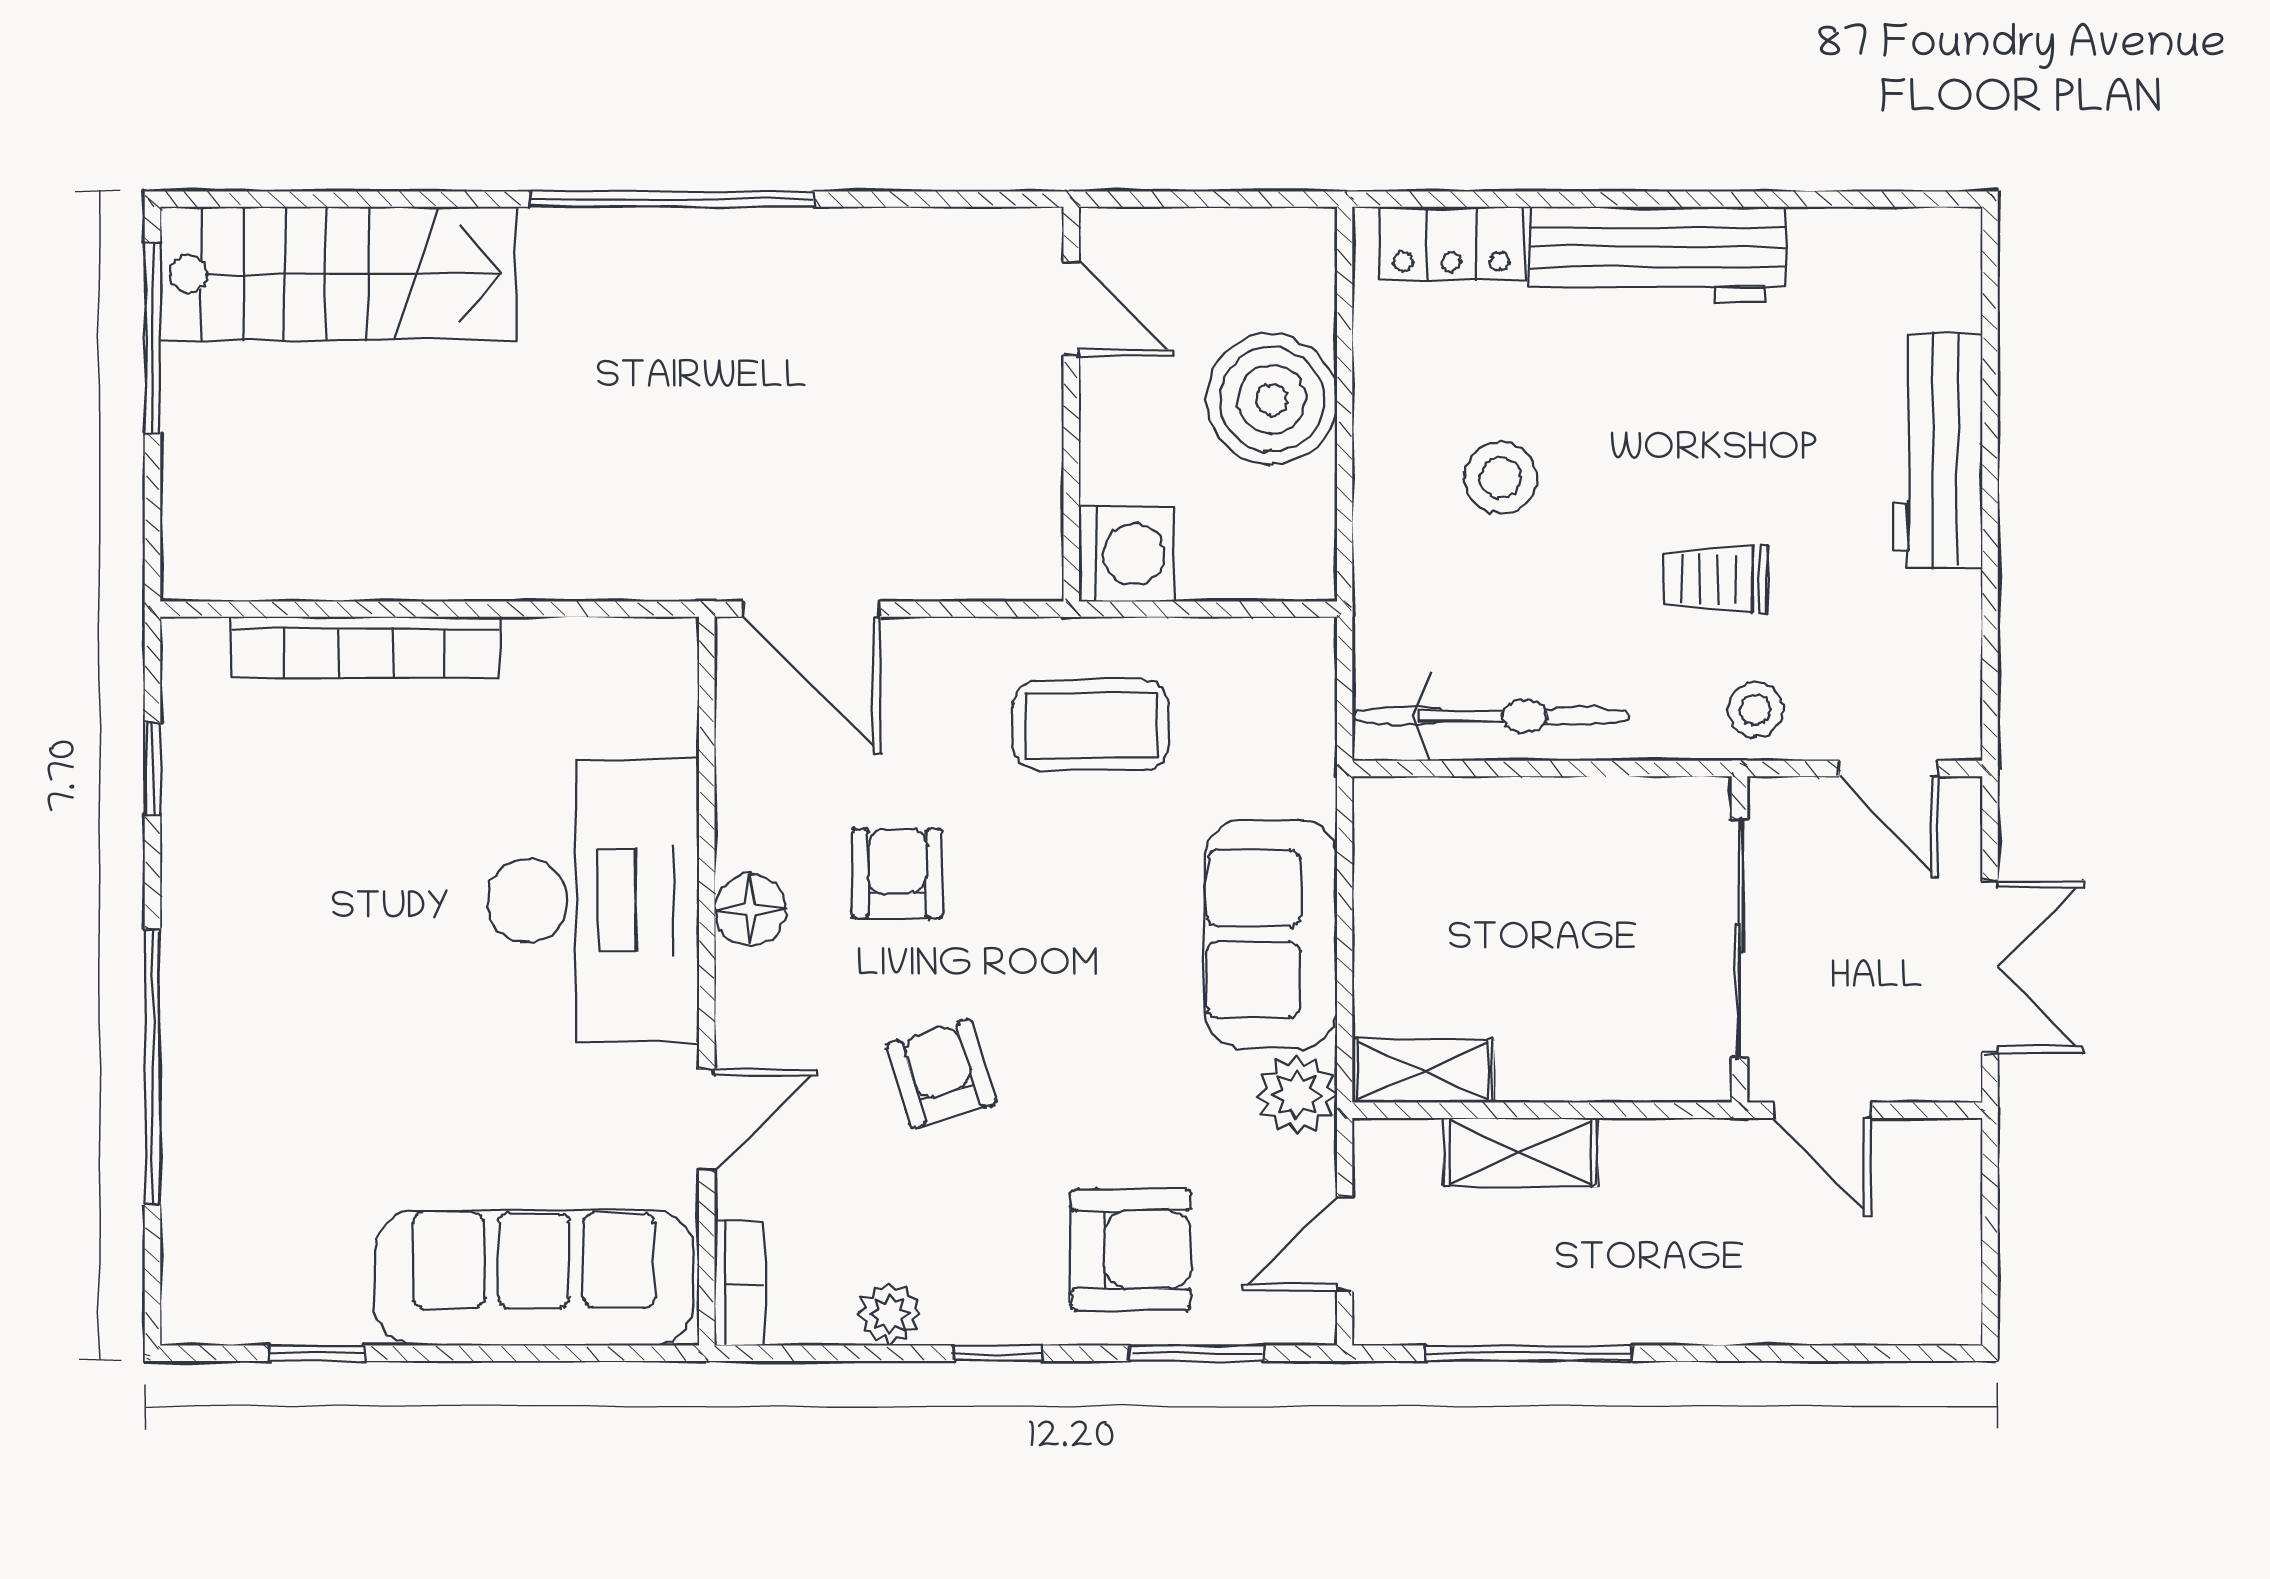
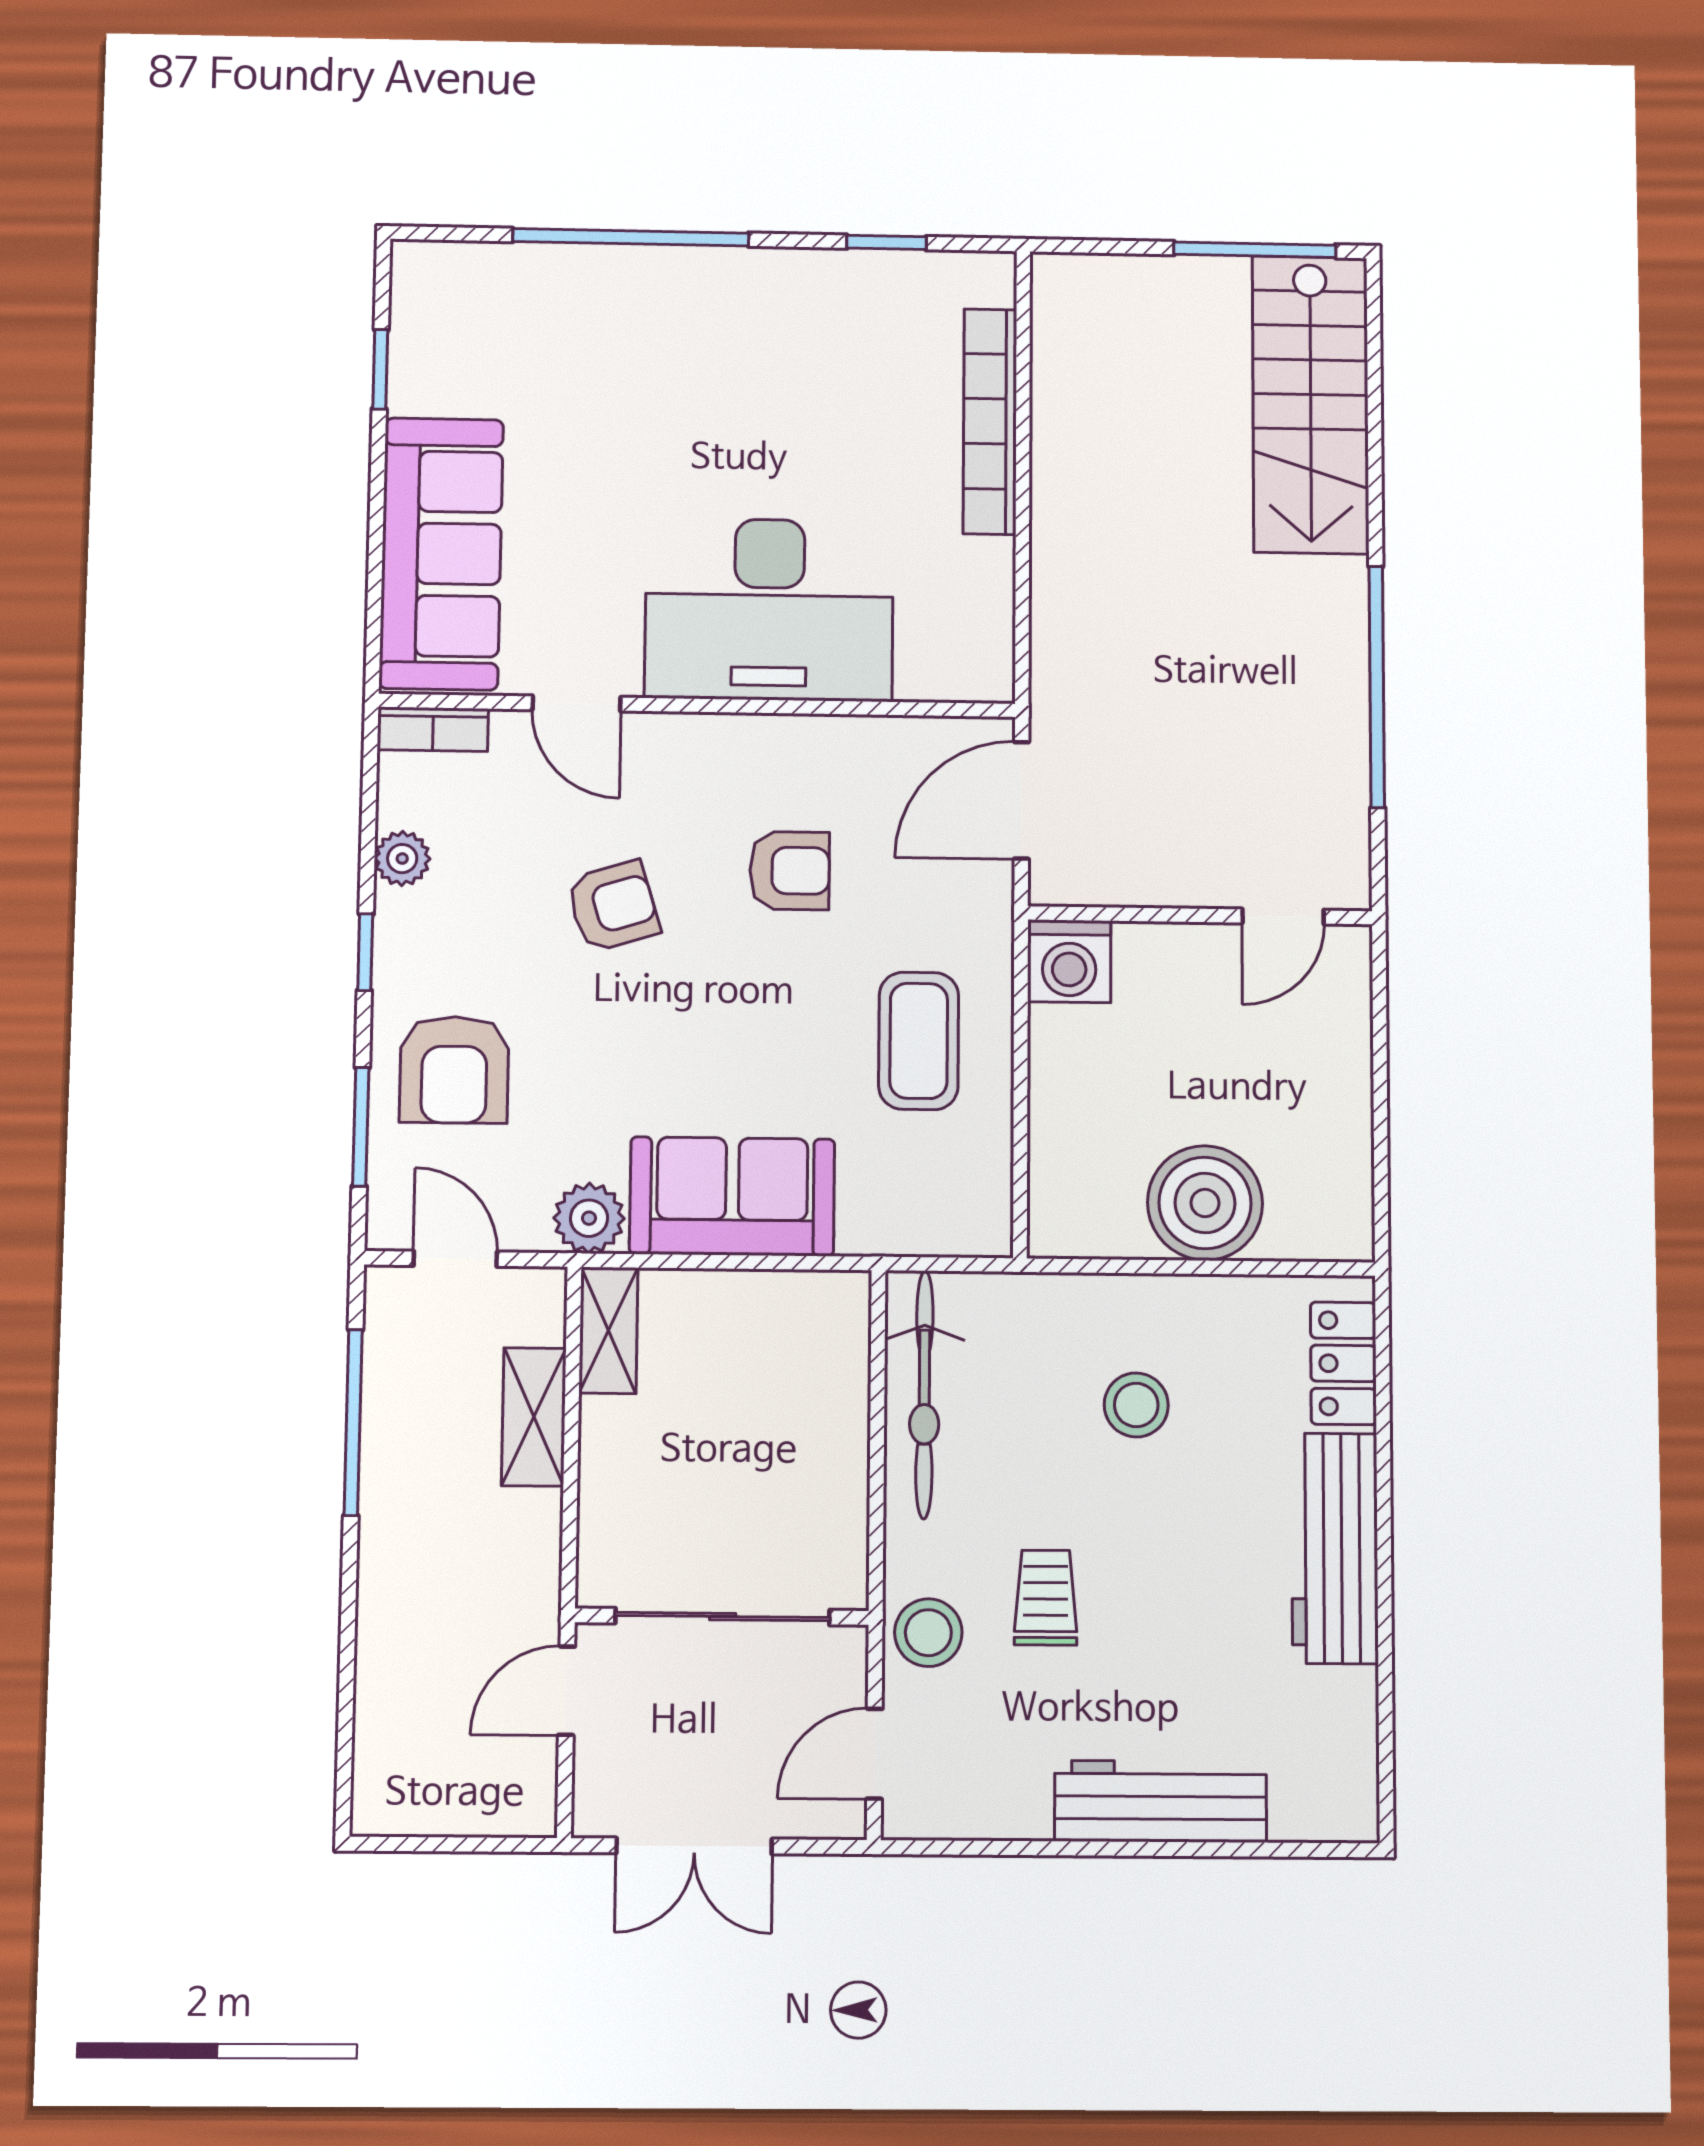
door: (1071, 309) -> (1283, 917), moved
wall: (1071, 404) -> (1200, 915), moved
washing machine: (1126, 554) -> (1069, 961), moved
stool: (1755, 710) -> (928, 1633), width x1.37, depth x1.37
floor lamp: (750, 910) -> (759, 744), removed

